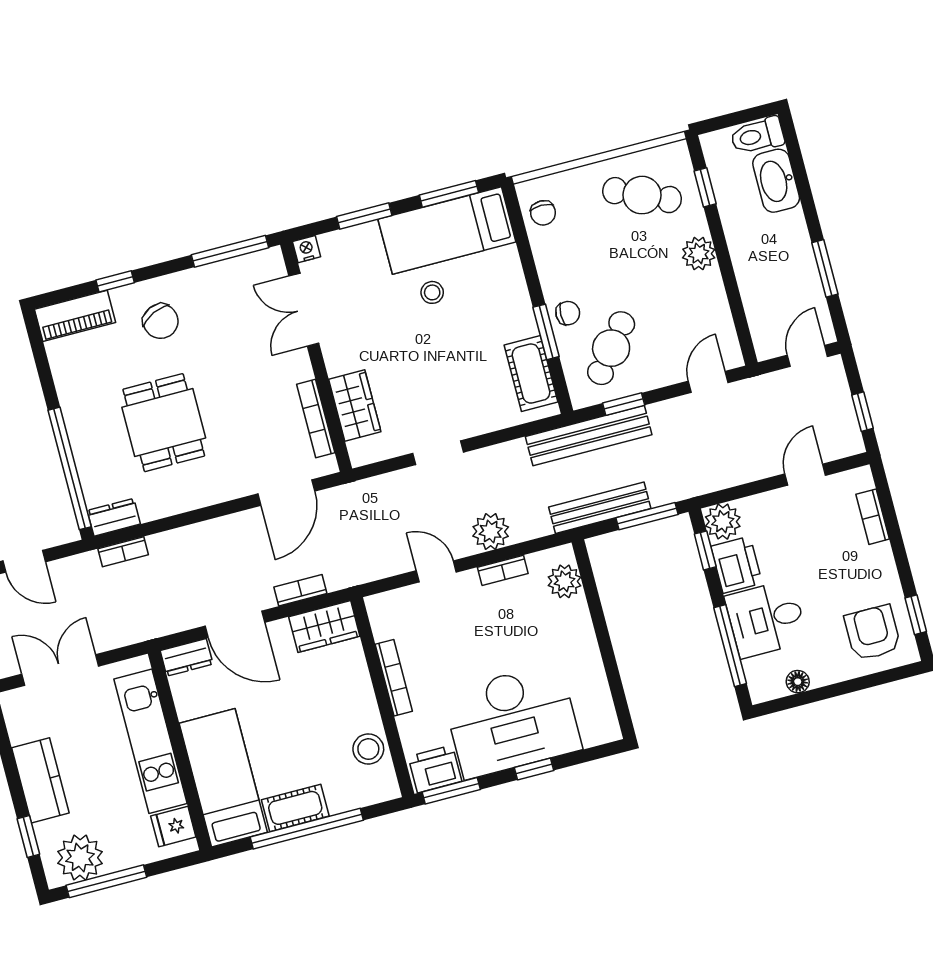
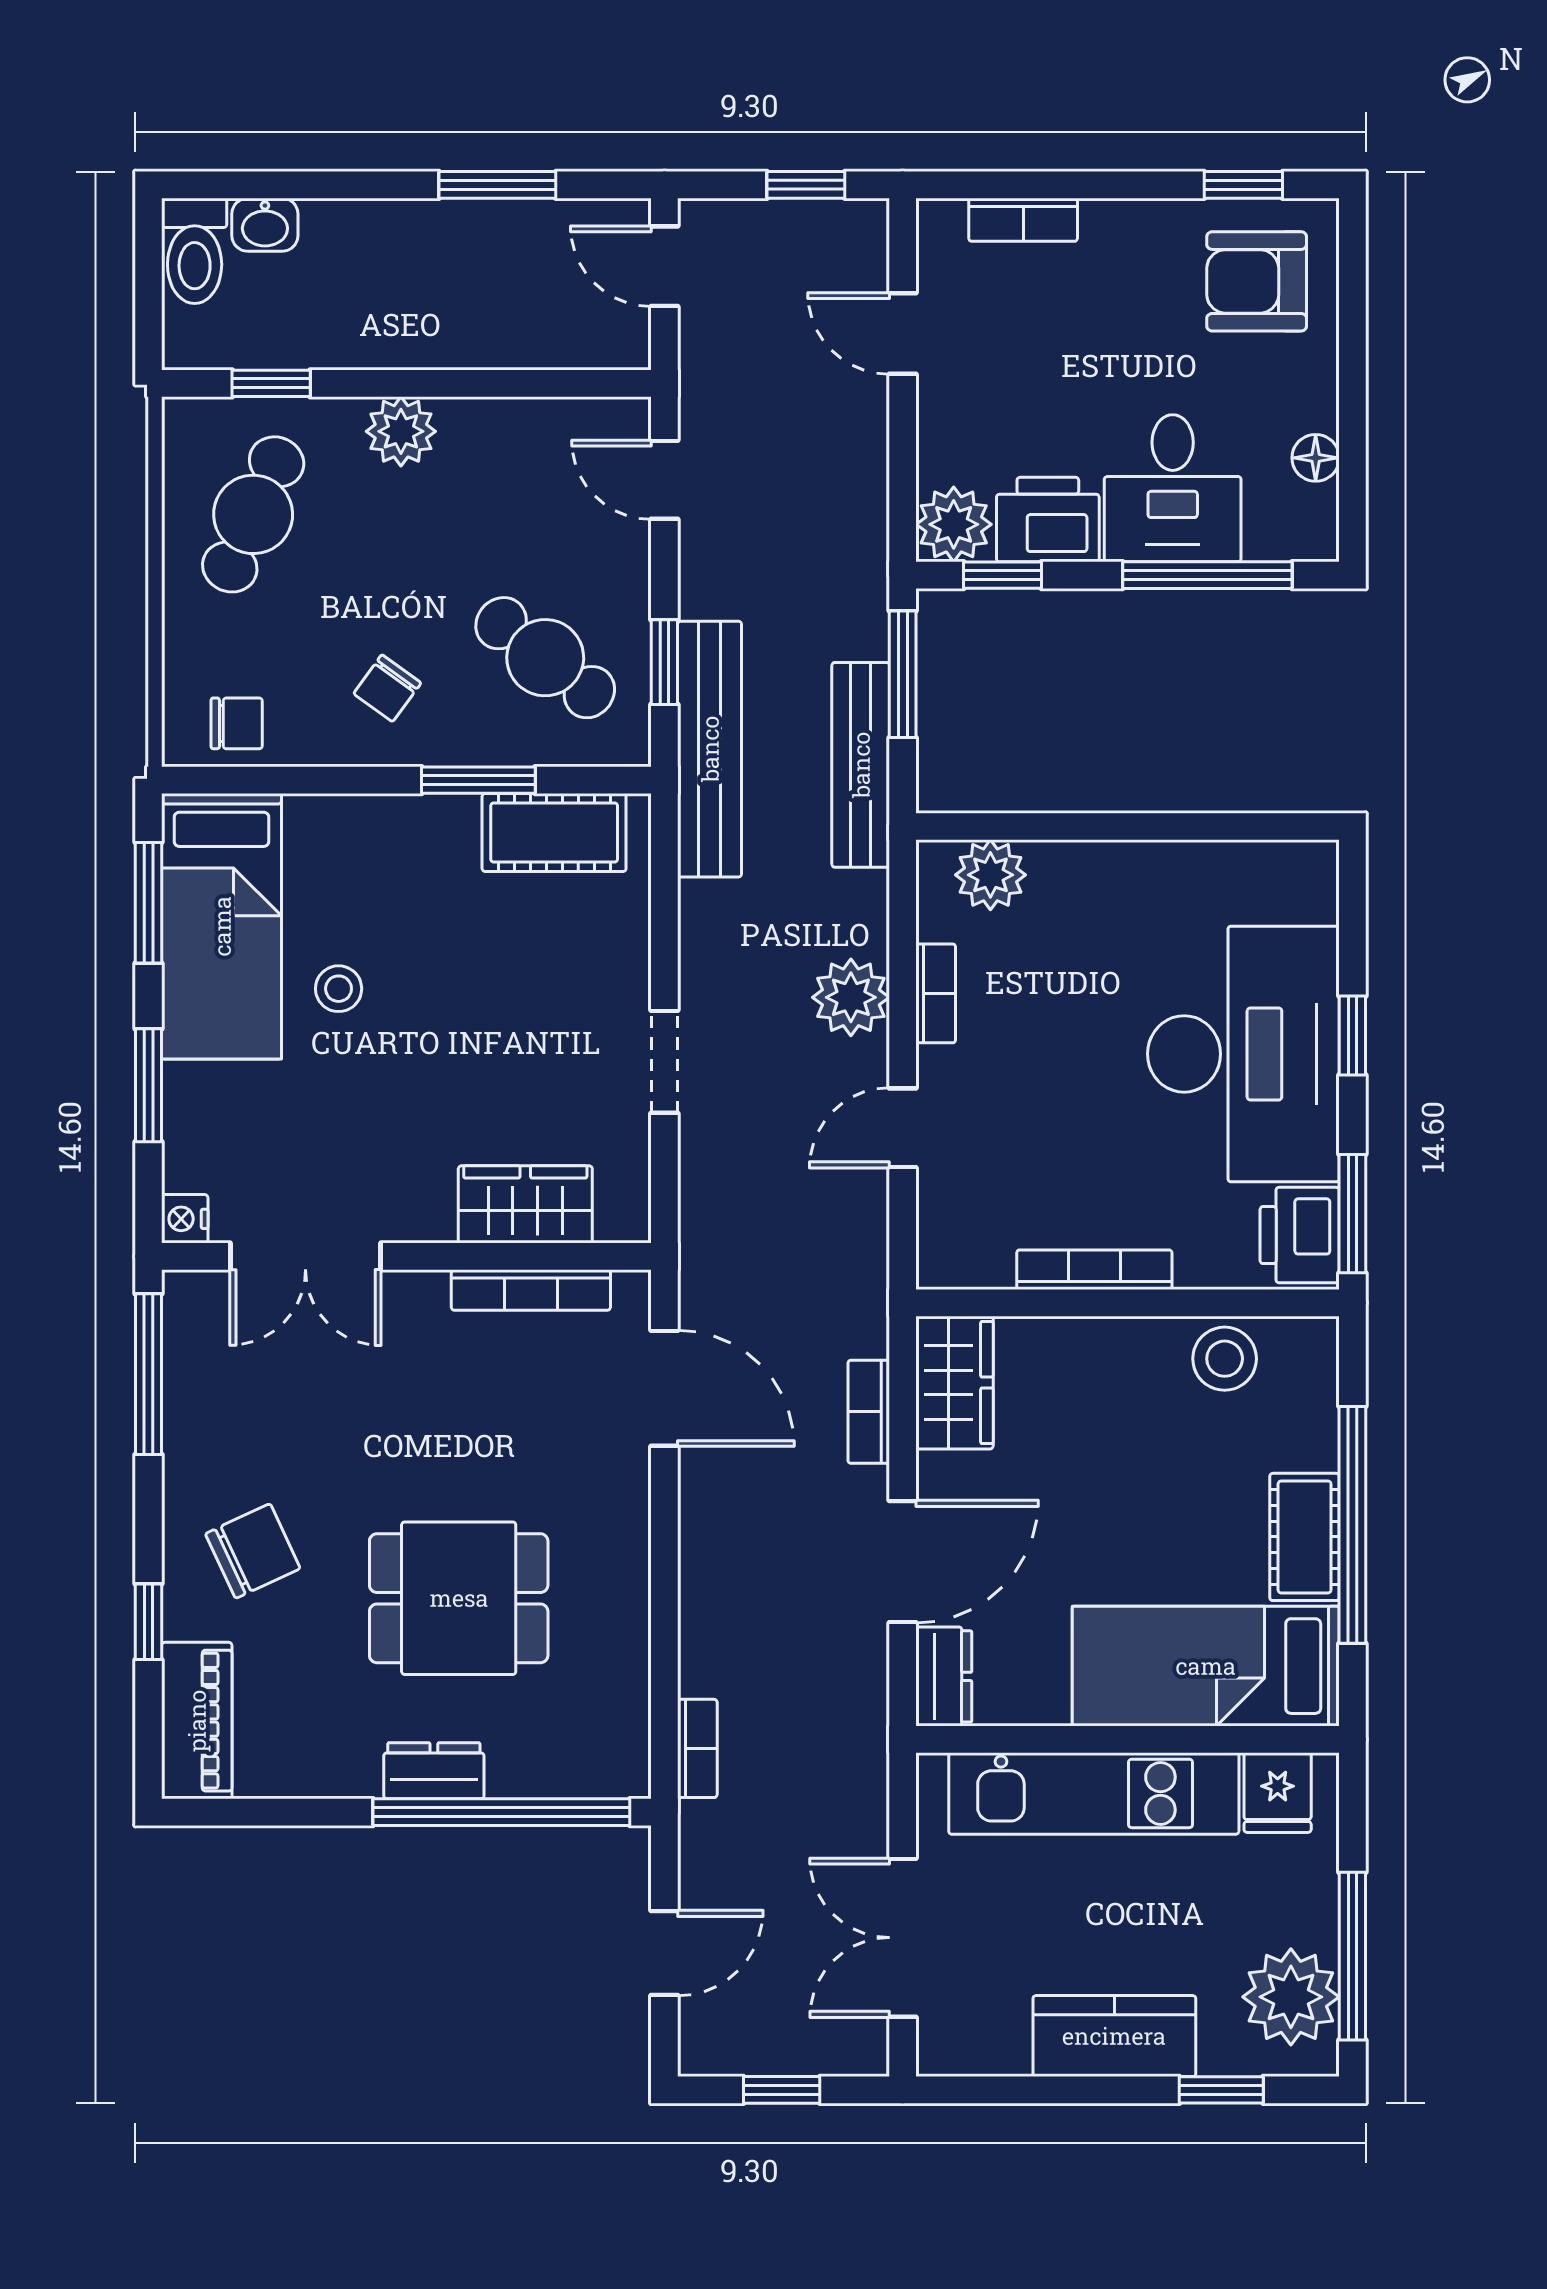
washbasin: (776, 181) -> (265, 225), width x0.52, depth x0.69
chair: (568, 313) -> (387, 688), moved, turned -144
dresser: (114, 517) -> (434, 1771), moved, turned 90

